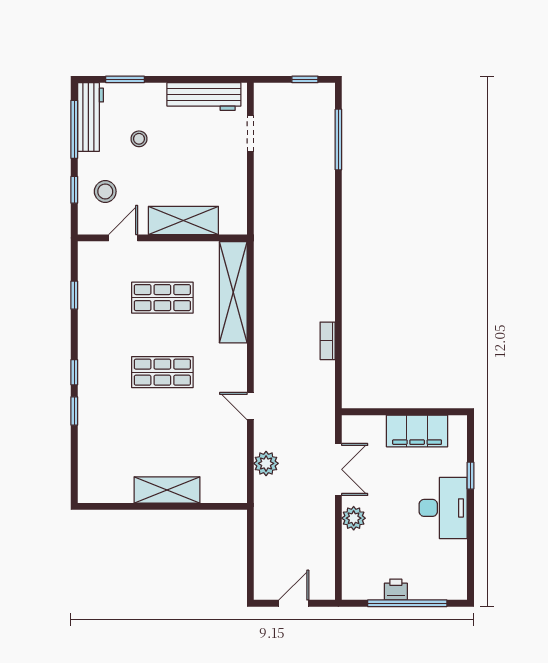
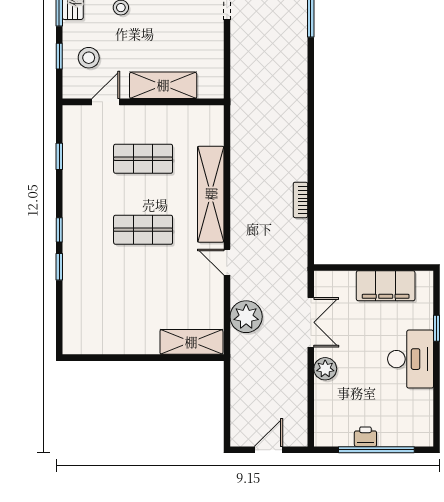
shelving: (233, 292) -> (211, 194), moved
plant: (266, 463) -> (246, 317), width x1.36, depth x1.36
shelving: (167, 490) -> (191, 342), moved

